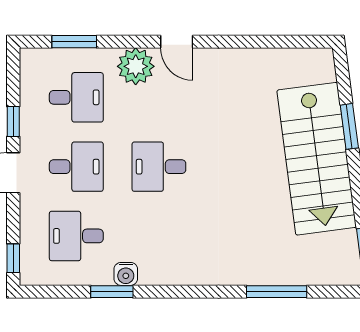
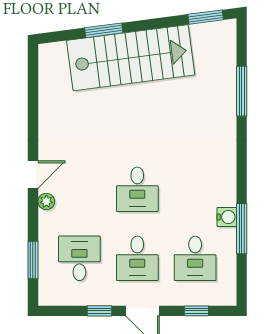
plant: (136, 66) -> (46, 201), width x0.53, depth x0.53
desk: (76, 167) -> (137, 258), turned 180
window: (13, 258) -> (196, 311), moved
window: (112, 292) -> (242, 229), width x1.44

